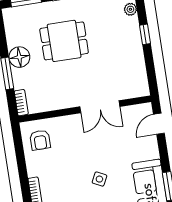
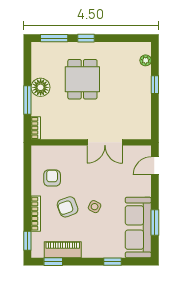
dining table: (64, 41) -> (82, 79), turned 90
armchair: (40, 140) -> (52, 178), moved, turned 180
armchair: (70, 184) -> (68, 207), added

